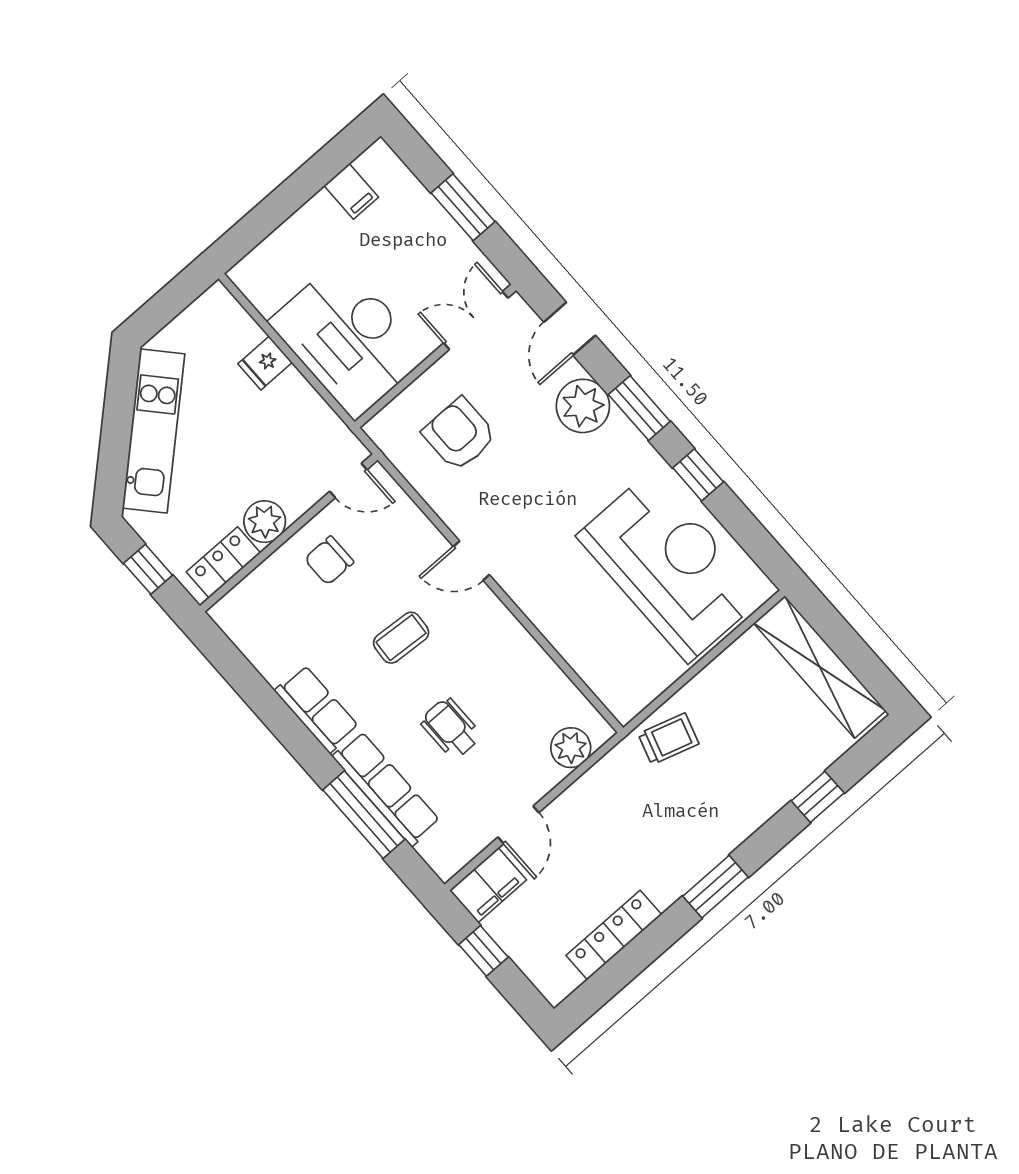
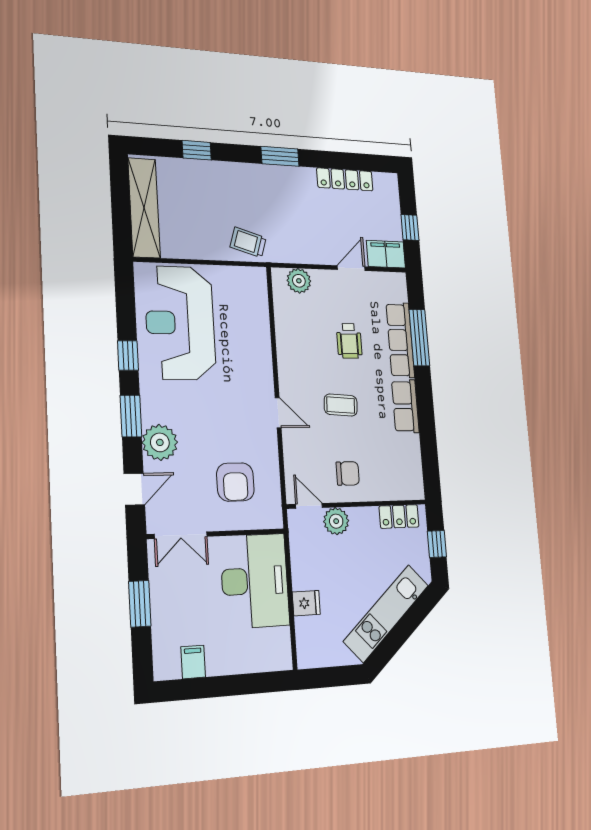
plant: (265, 522) -> (336, 521), moved

